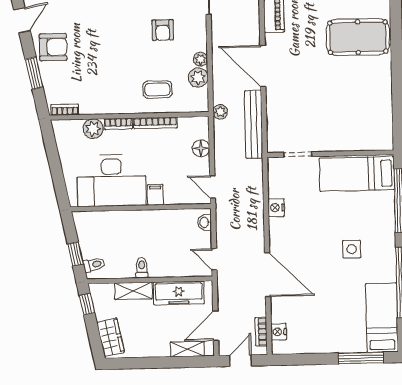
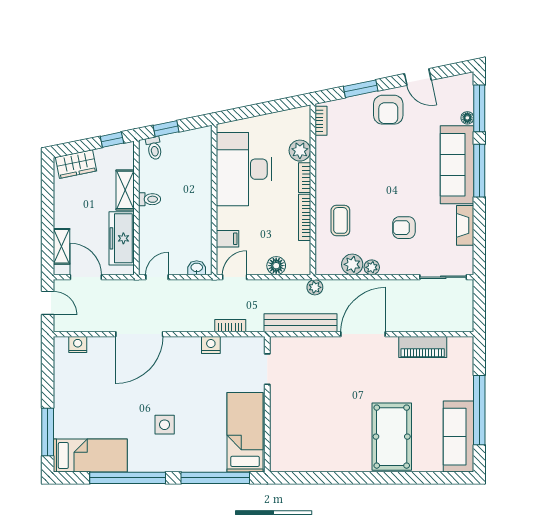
filing cabinet: (155, 195) -> (228, 239), moved
bookcase: (261, 332) -> (230, 326), moved

